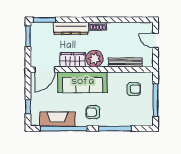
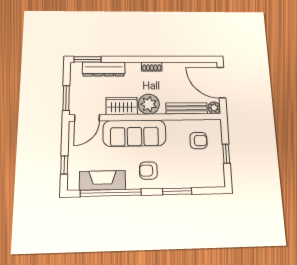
dresser: (71, 28) -> (104, 69), moved
window: (28, 36) -> (66, 98), moved
door: (156, 41) -> (221, 83), width x1.88
plant: (148, 62) -> (214, 108), added
window: (156, 100) -> (226, 154), width x0.46
window: (115, 129) -> (177, 191), width x0.69

